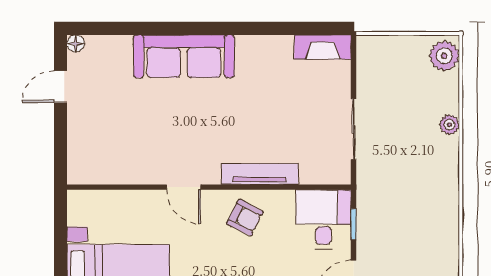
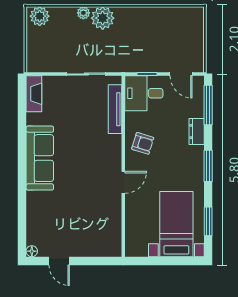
sofa: (184, 56) -> (40, 158), moved
plant: (441, 155) -> (103, 18), added
tv unit: (260, 174) -> (115, 109), moved
armchair: (245, 218) -> (143, 143), turned 80

